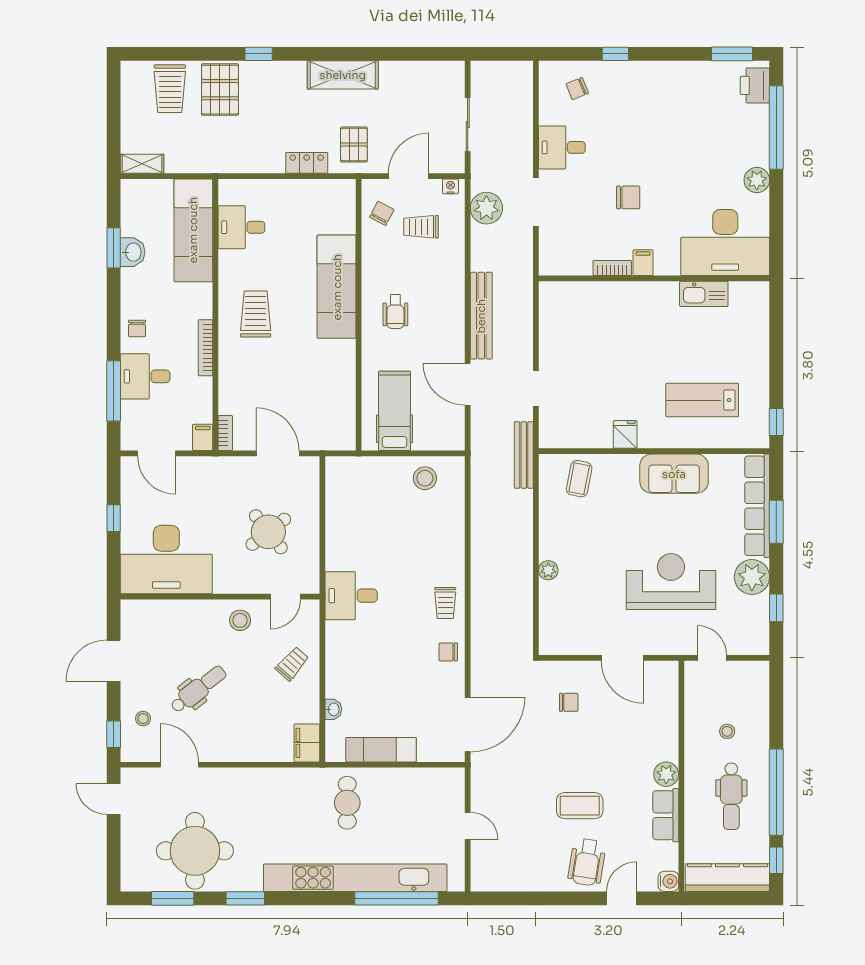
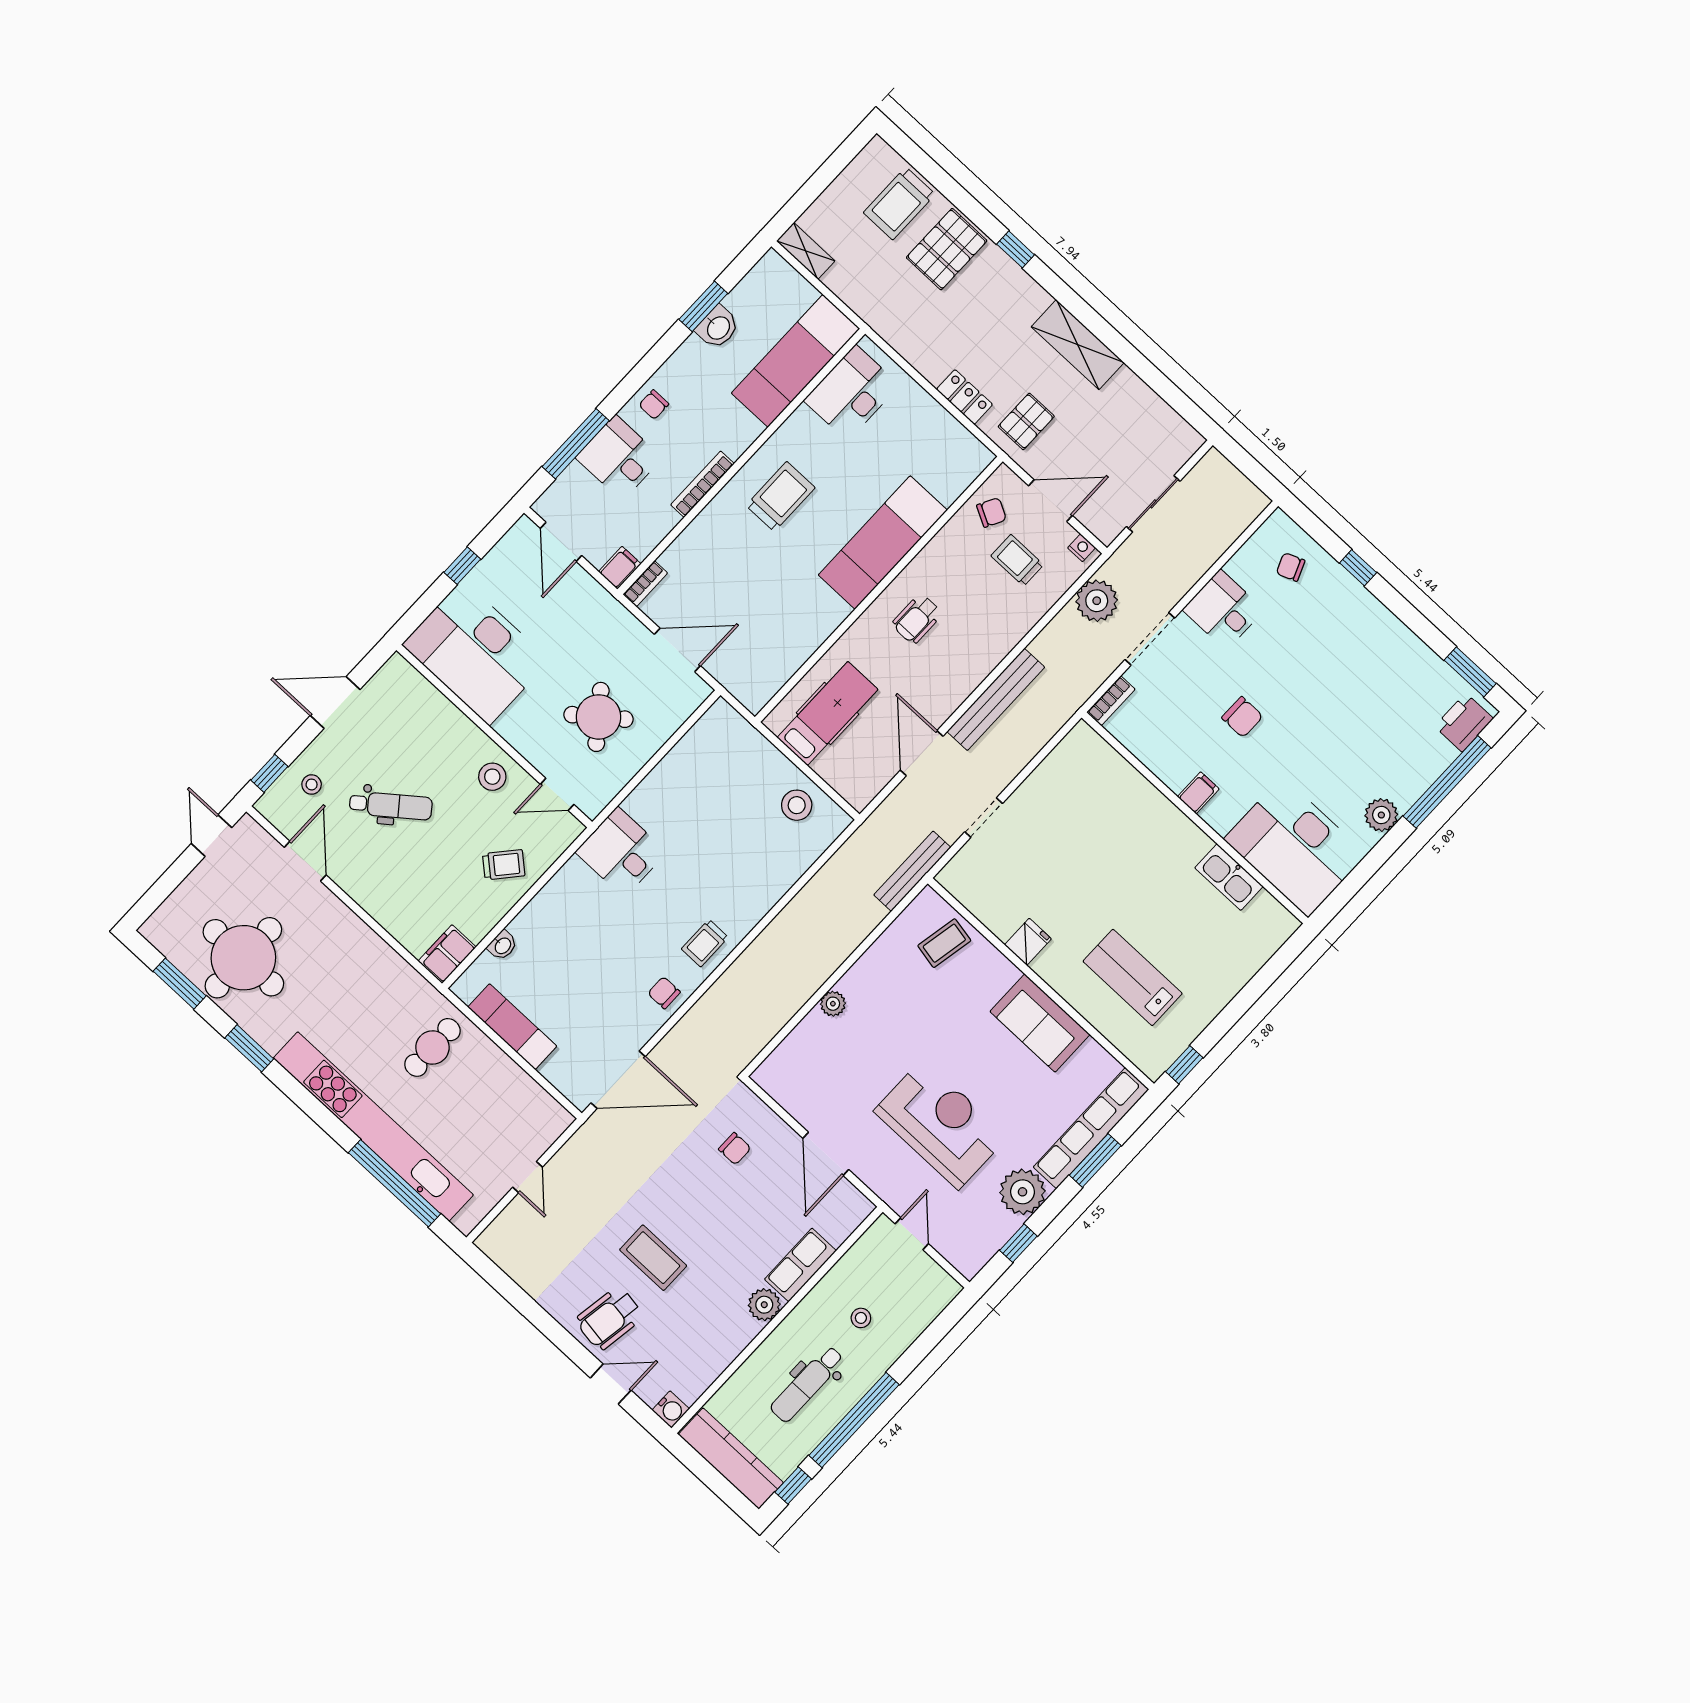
desk: (241, 227) -> (852, 393), width x1.37
bookcase: (612, 268) -> (1111, 701), moved, turned 90
door: (278, 453) -> (677, 650), hinge flipped
row of seats: (666, 815) -> (800, 1265), moved

